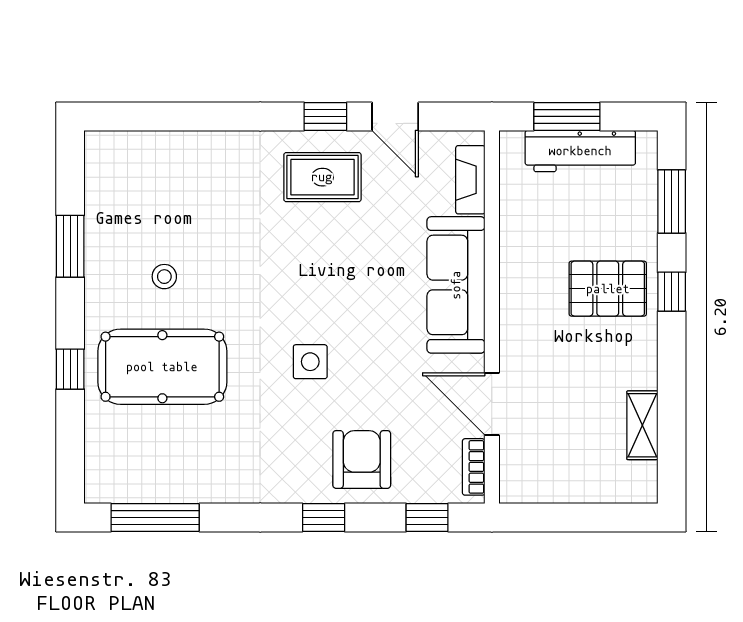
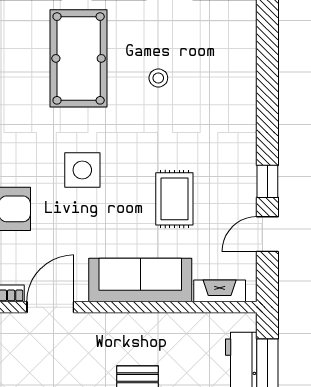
rug: (322, 177) -> (174, 199), moved
stool: (164, 277) -> (158, 78), moved
side table: (310, 362) -> (82, 170), width x1.37, depth x1.37

